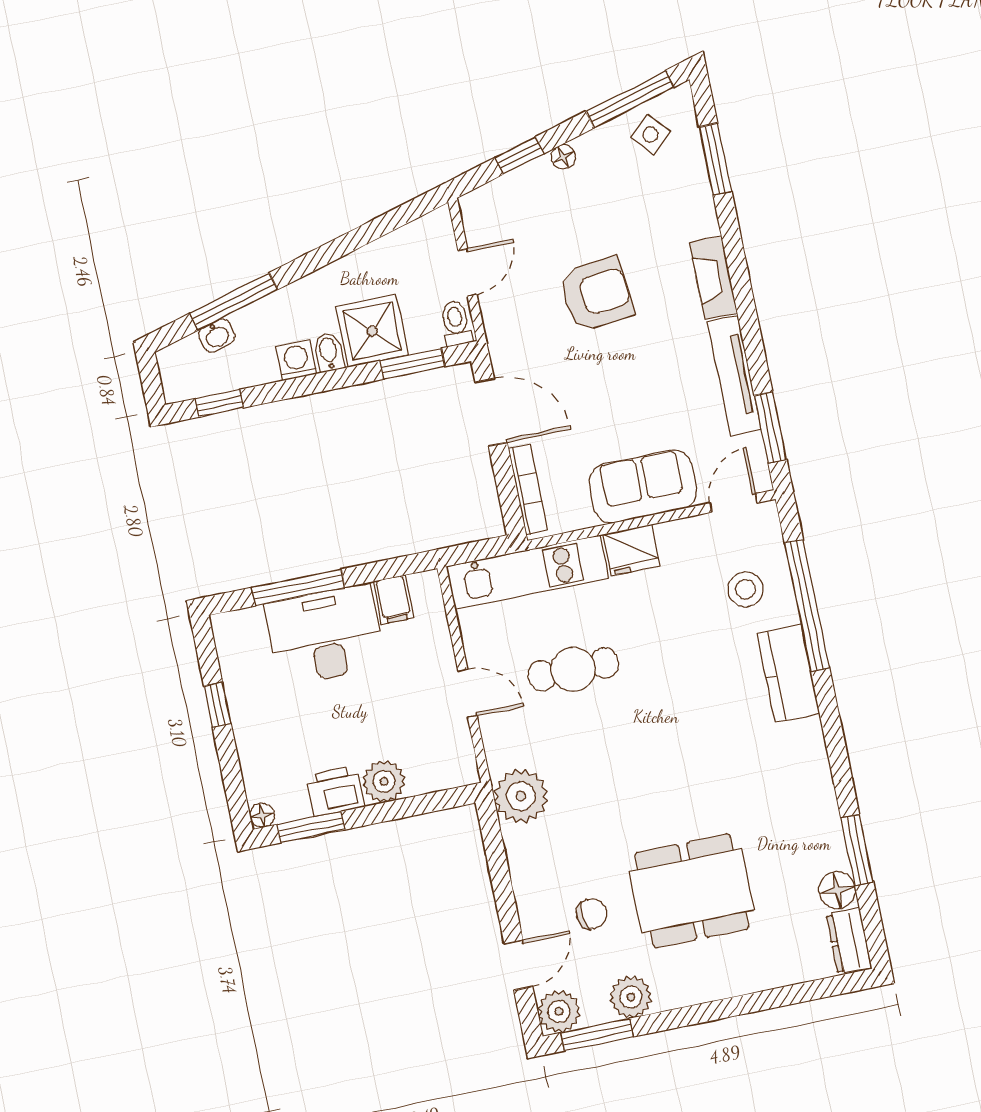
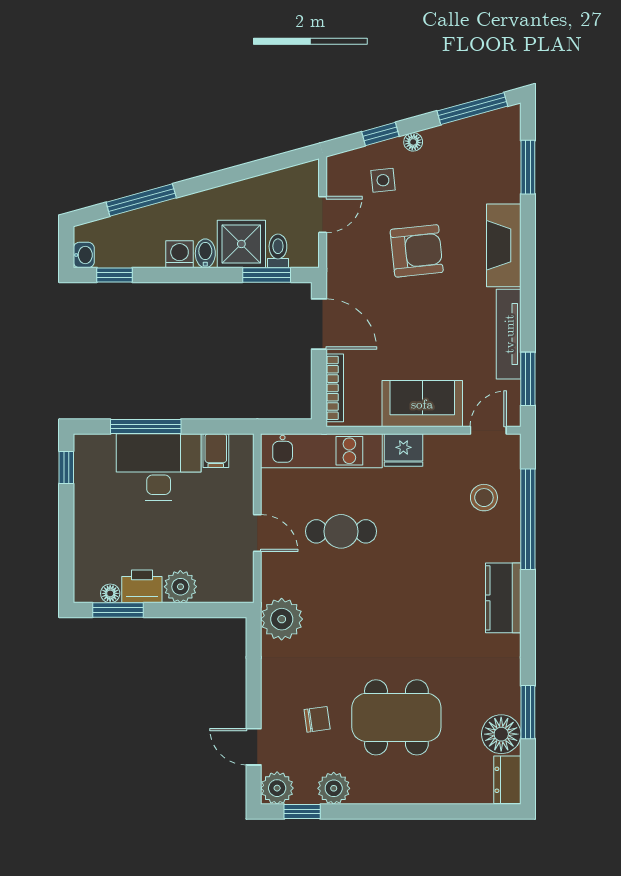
side table: (650, 134) -> (383, 180), moved, turned 37
fireplace: (713, 278) -> (504, 245), width x1.37, depth x1.32
toilet: (456, 323) -> (278, 251), moved
washbasin: (217, 335) -> (84, 255), moved, turned -75
kitchen counter: (788, 673) -> (503, 598), moved
window: (217, 705) -> (66, 467), moved
floor lamp: (262, 815) -> (110, 593), moved
floor lamp: (837, 890) -> (501, 734), width x1.38, depth x1.38
door: (518, 965) -> (254, 747), swing flipped
window: (597, 1035) -> (302, 812), width x0.67

